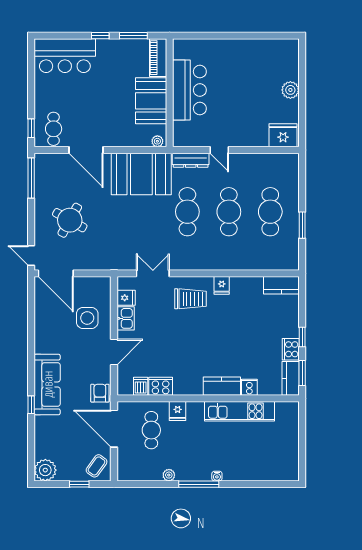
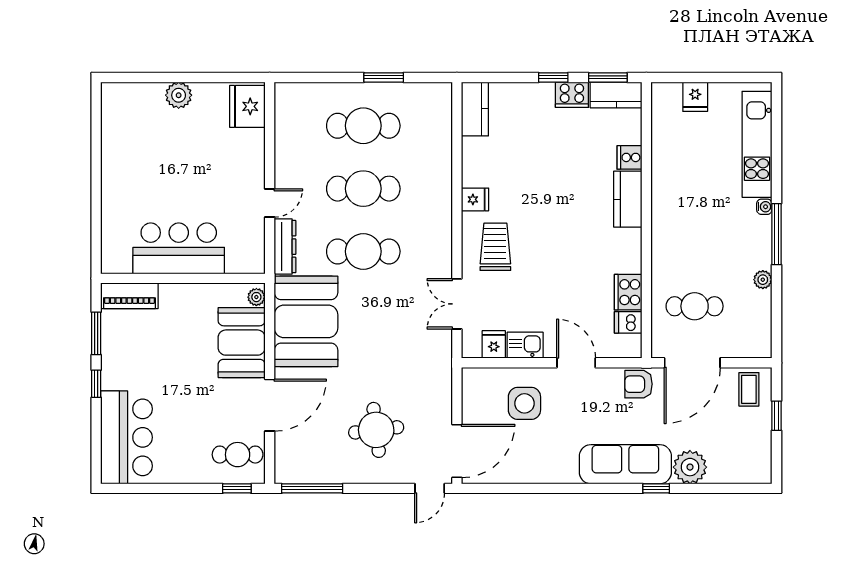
booth: (151, 101) -> (242, 343), moved, turned 90
round table: (70, 220) -> (376, 430), turned -36
fridge: (178, 411) -> (695, 97), moved, turned 90
kitchen unit: (239, 411) -> (757, 144), moved, turned 180
coffee table: (97, 466) -> (749, 389), turned 54
plant: (45, 470) -> (690, 467), moved

